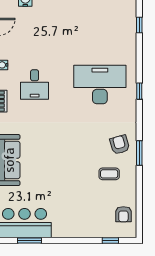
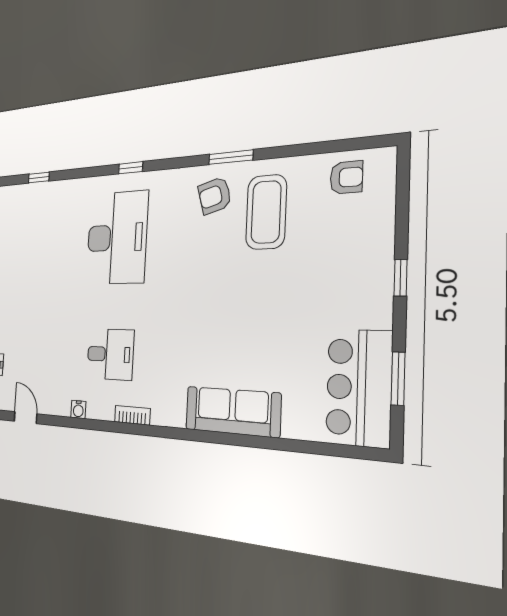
desk: (100, 85) -> (117, 238), turned 180
coffee table: (109, 174) -> (266, 212), width x1.86, depth x1.72
window: (110, 240) -> (401, 278), moved

